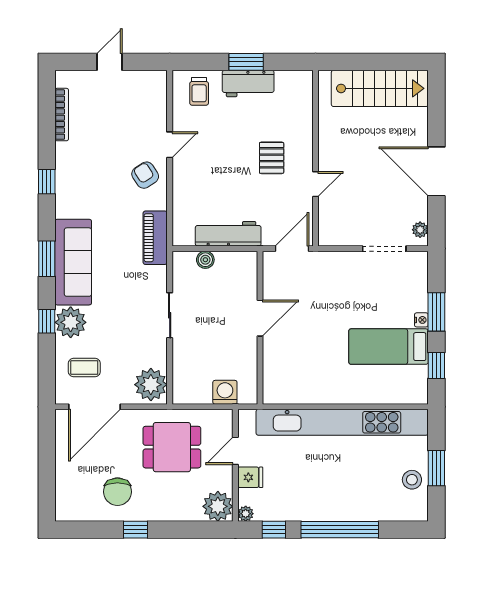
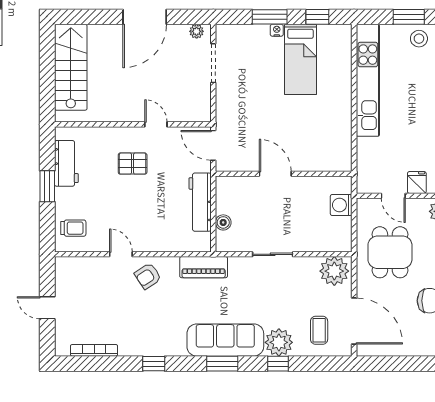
workbench: (248, 84) -> (66, 163), moved
kitchen unit: (342, 422) -> (368, 80), width x0.73

